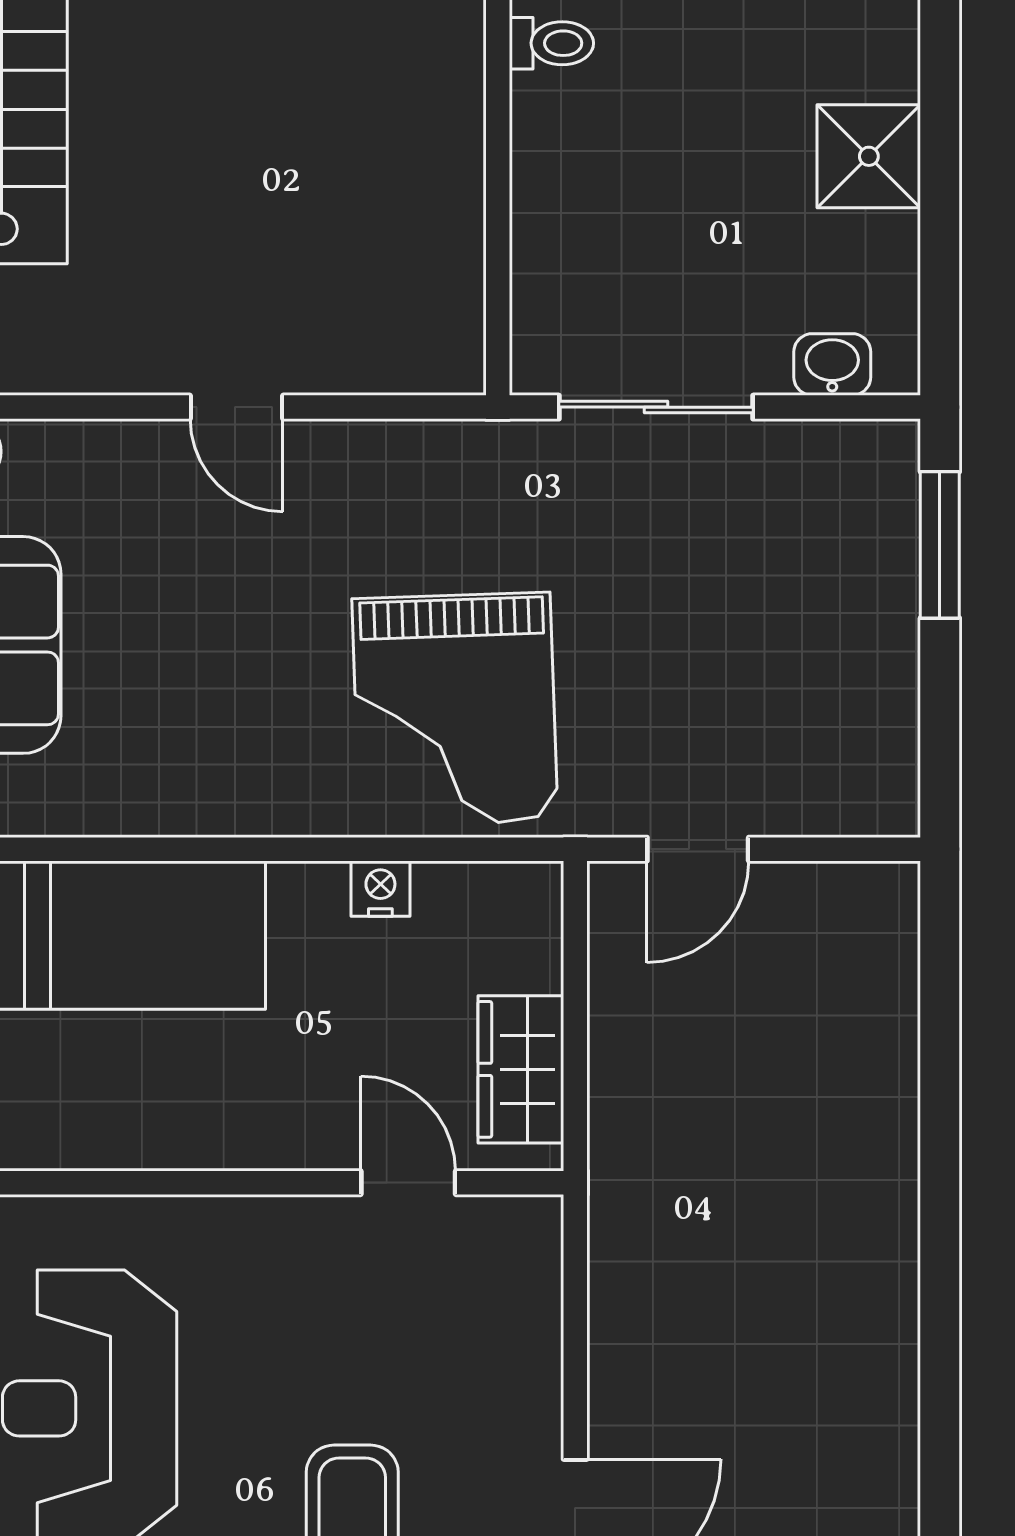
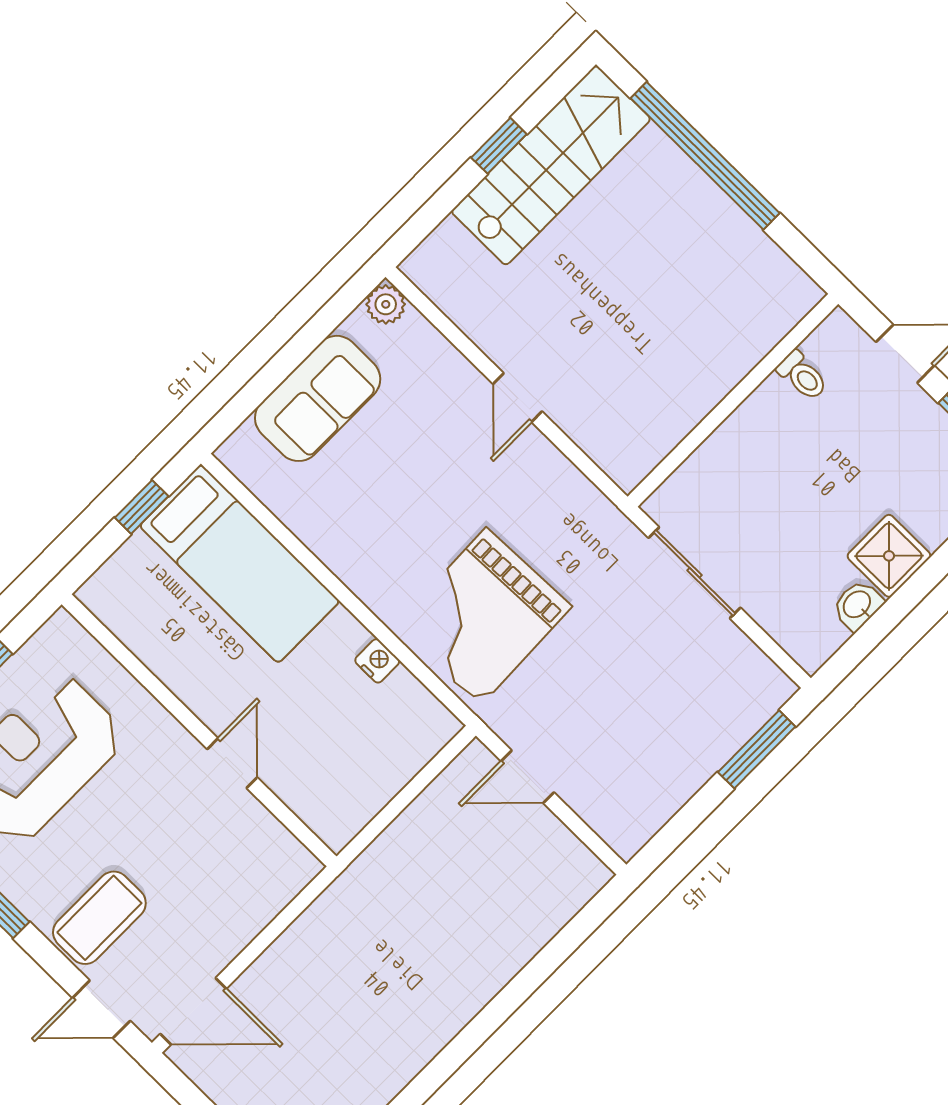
washbasin: (832, 364) -> (858, 605), moved, turned -90
wardrobe: (521, 1069) -> (361, 796), removed
door: (408, 1183) -> (232, 763), moved

